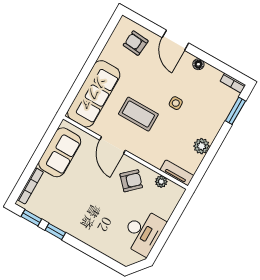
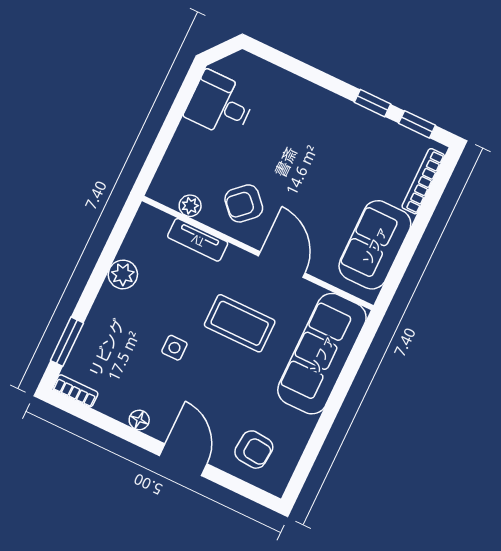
tv unit: (177, 173) -> (198, 240), moved
desk: (143, 232) -> (220, 104), width x0.73

